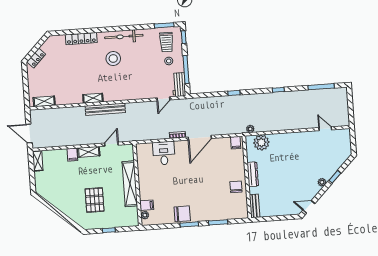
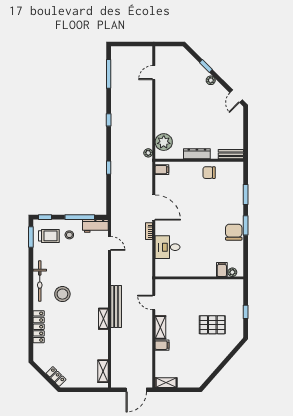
shelving: (130, 184) -> (198, 286), removed

